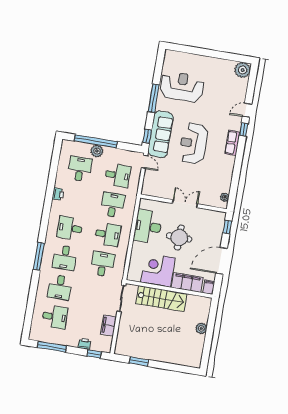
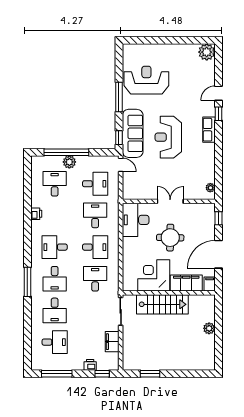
desk: (148, 226) -> (136, 220), moved

